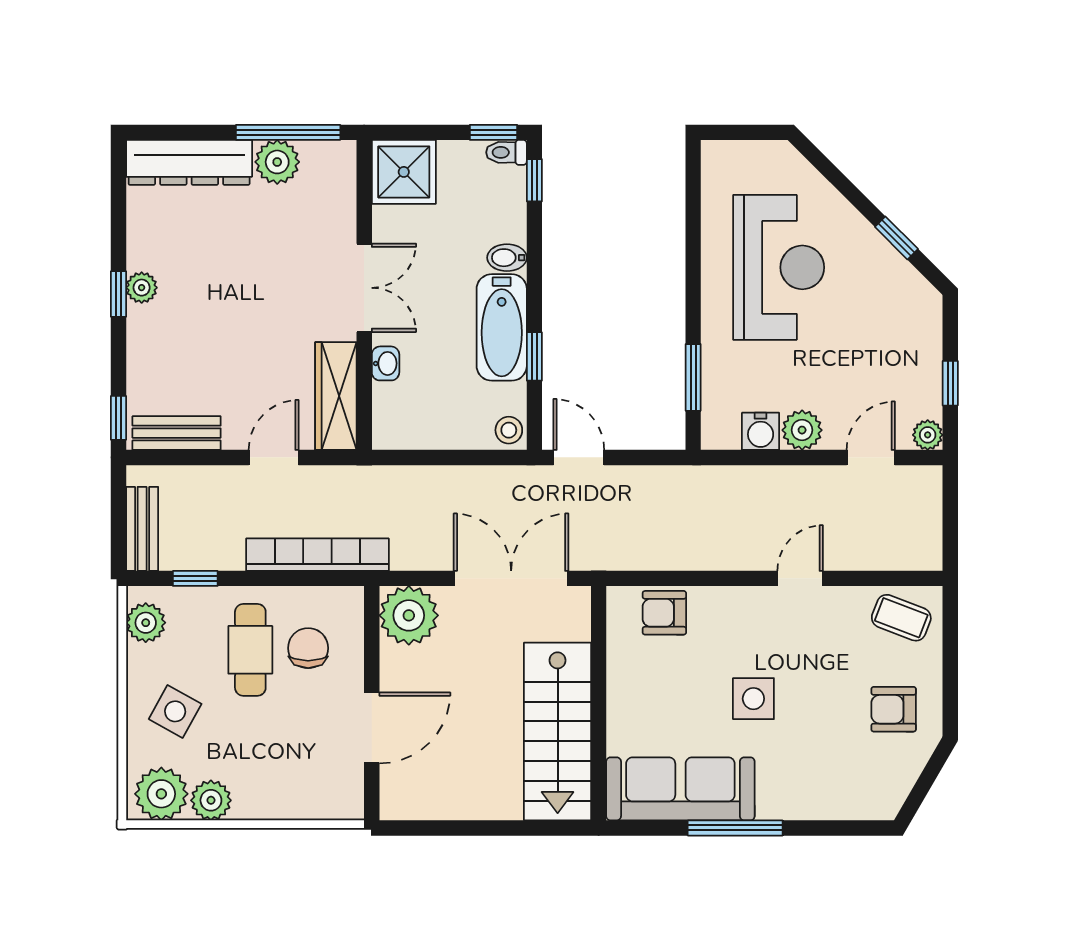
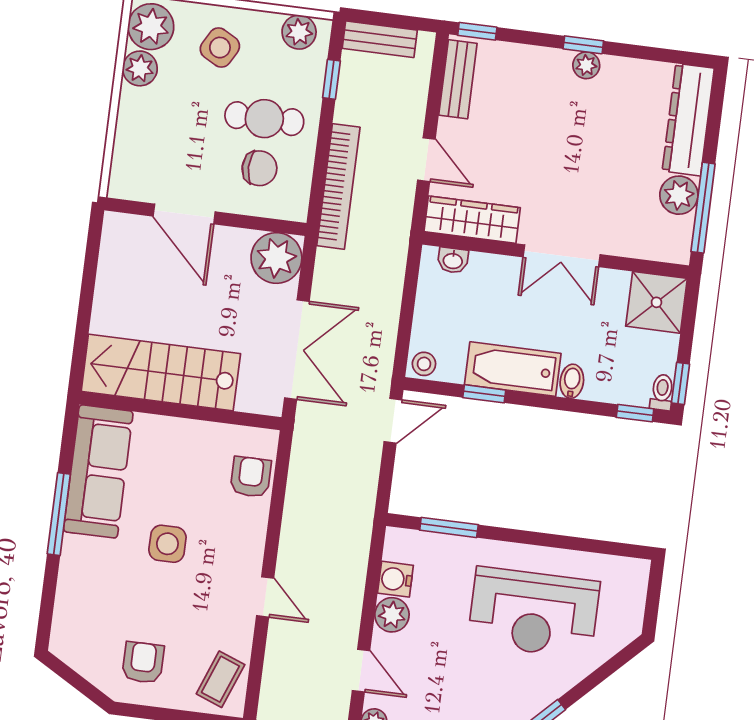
washbasin: (386, 363) -> (453, 260), moved

